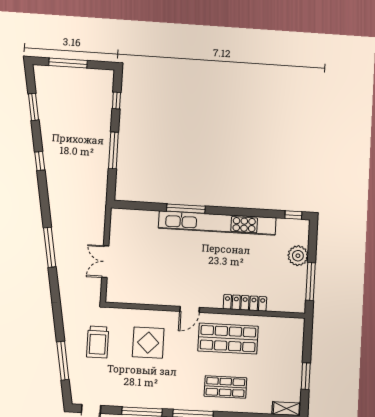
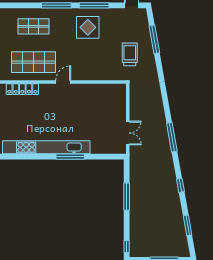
window: (116, 101) -> (127, 246), moved
window: (50, 247) -> (172, 137), moved
double door: (105, 262) -> (128, 133), moved
display table: (148, 343) -> (88, 27), moved

